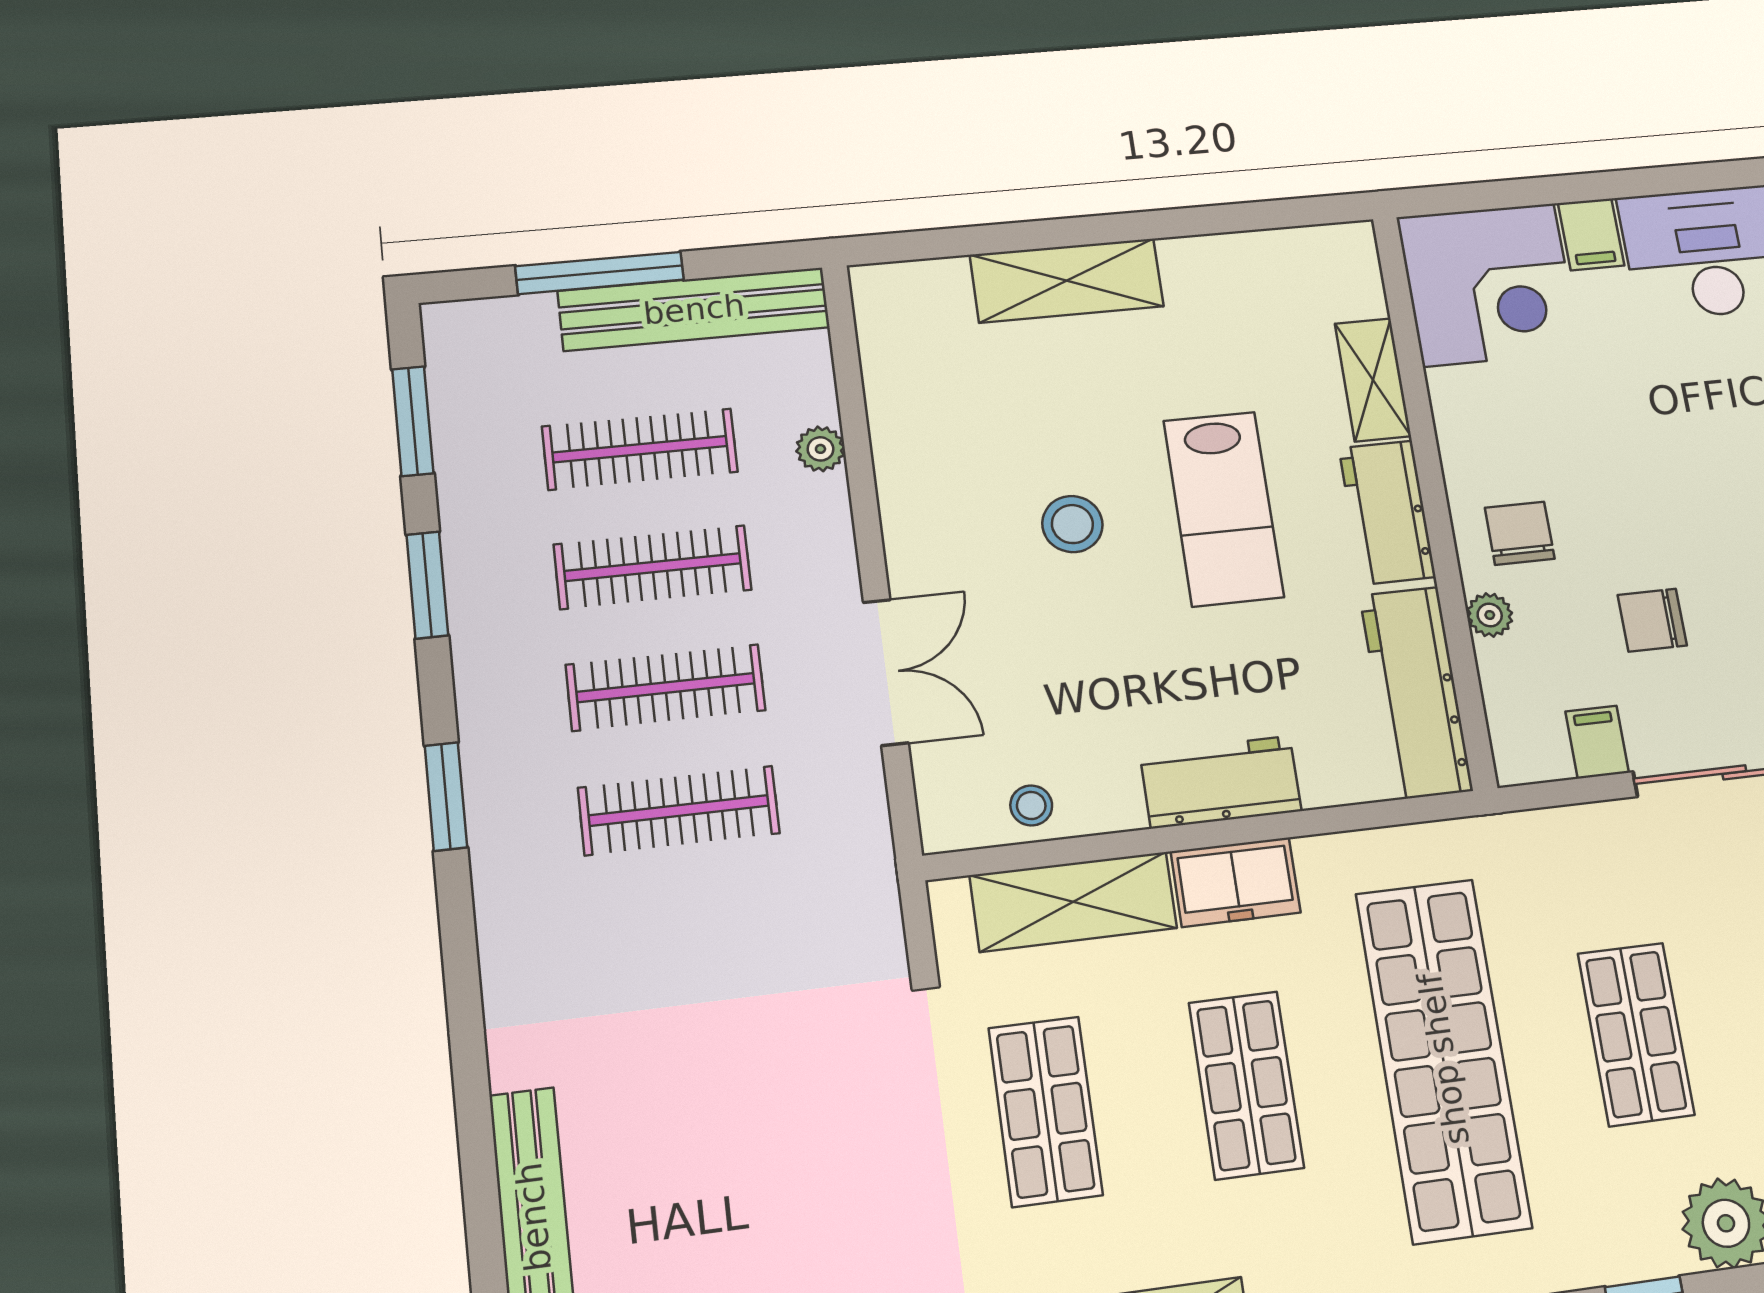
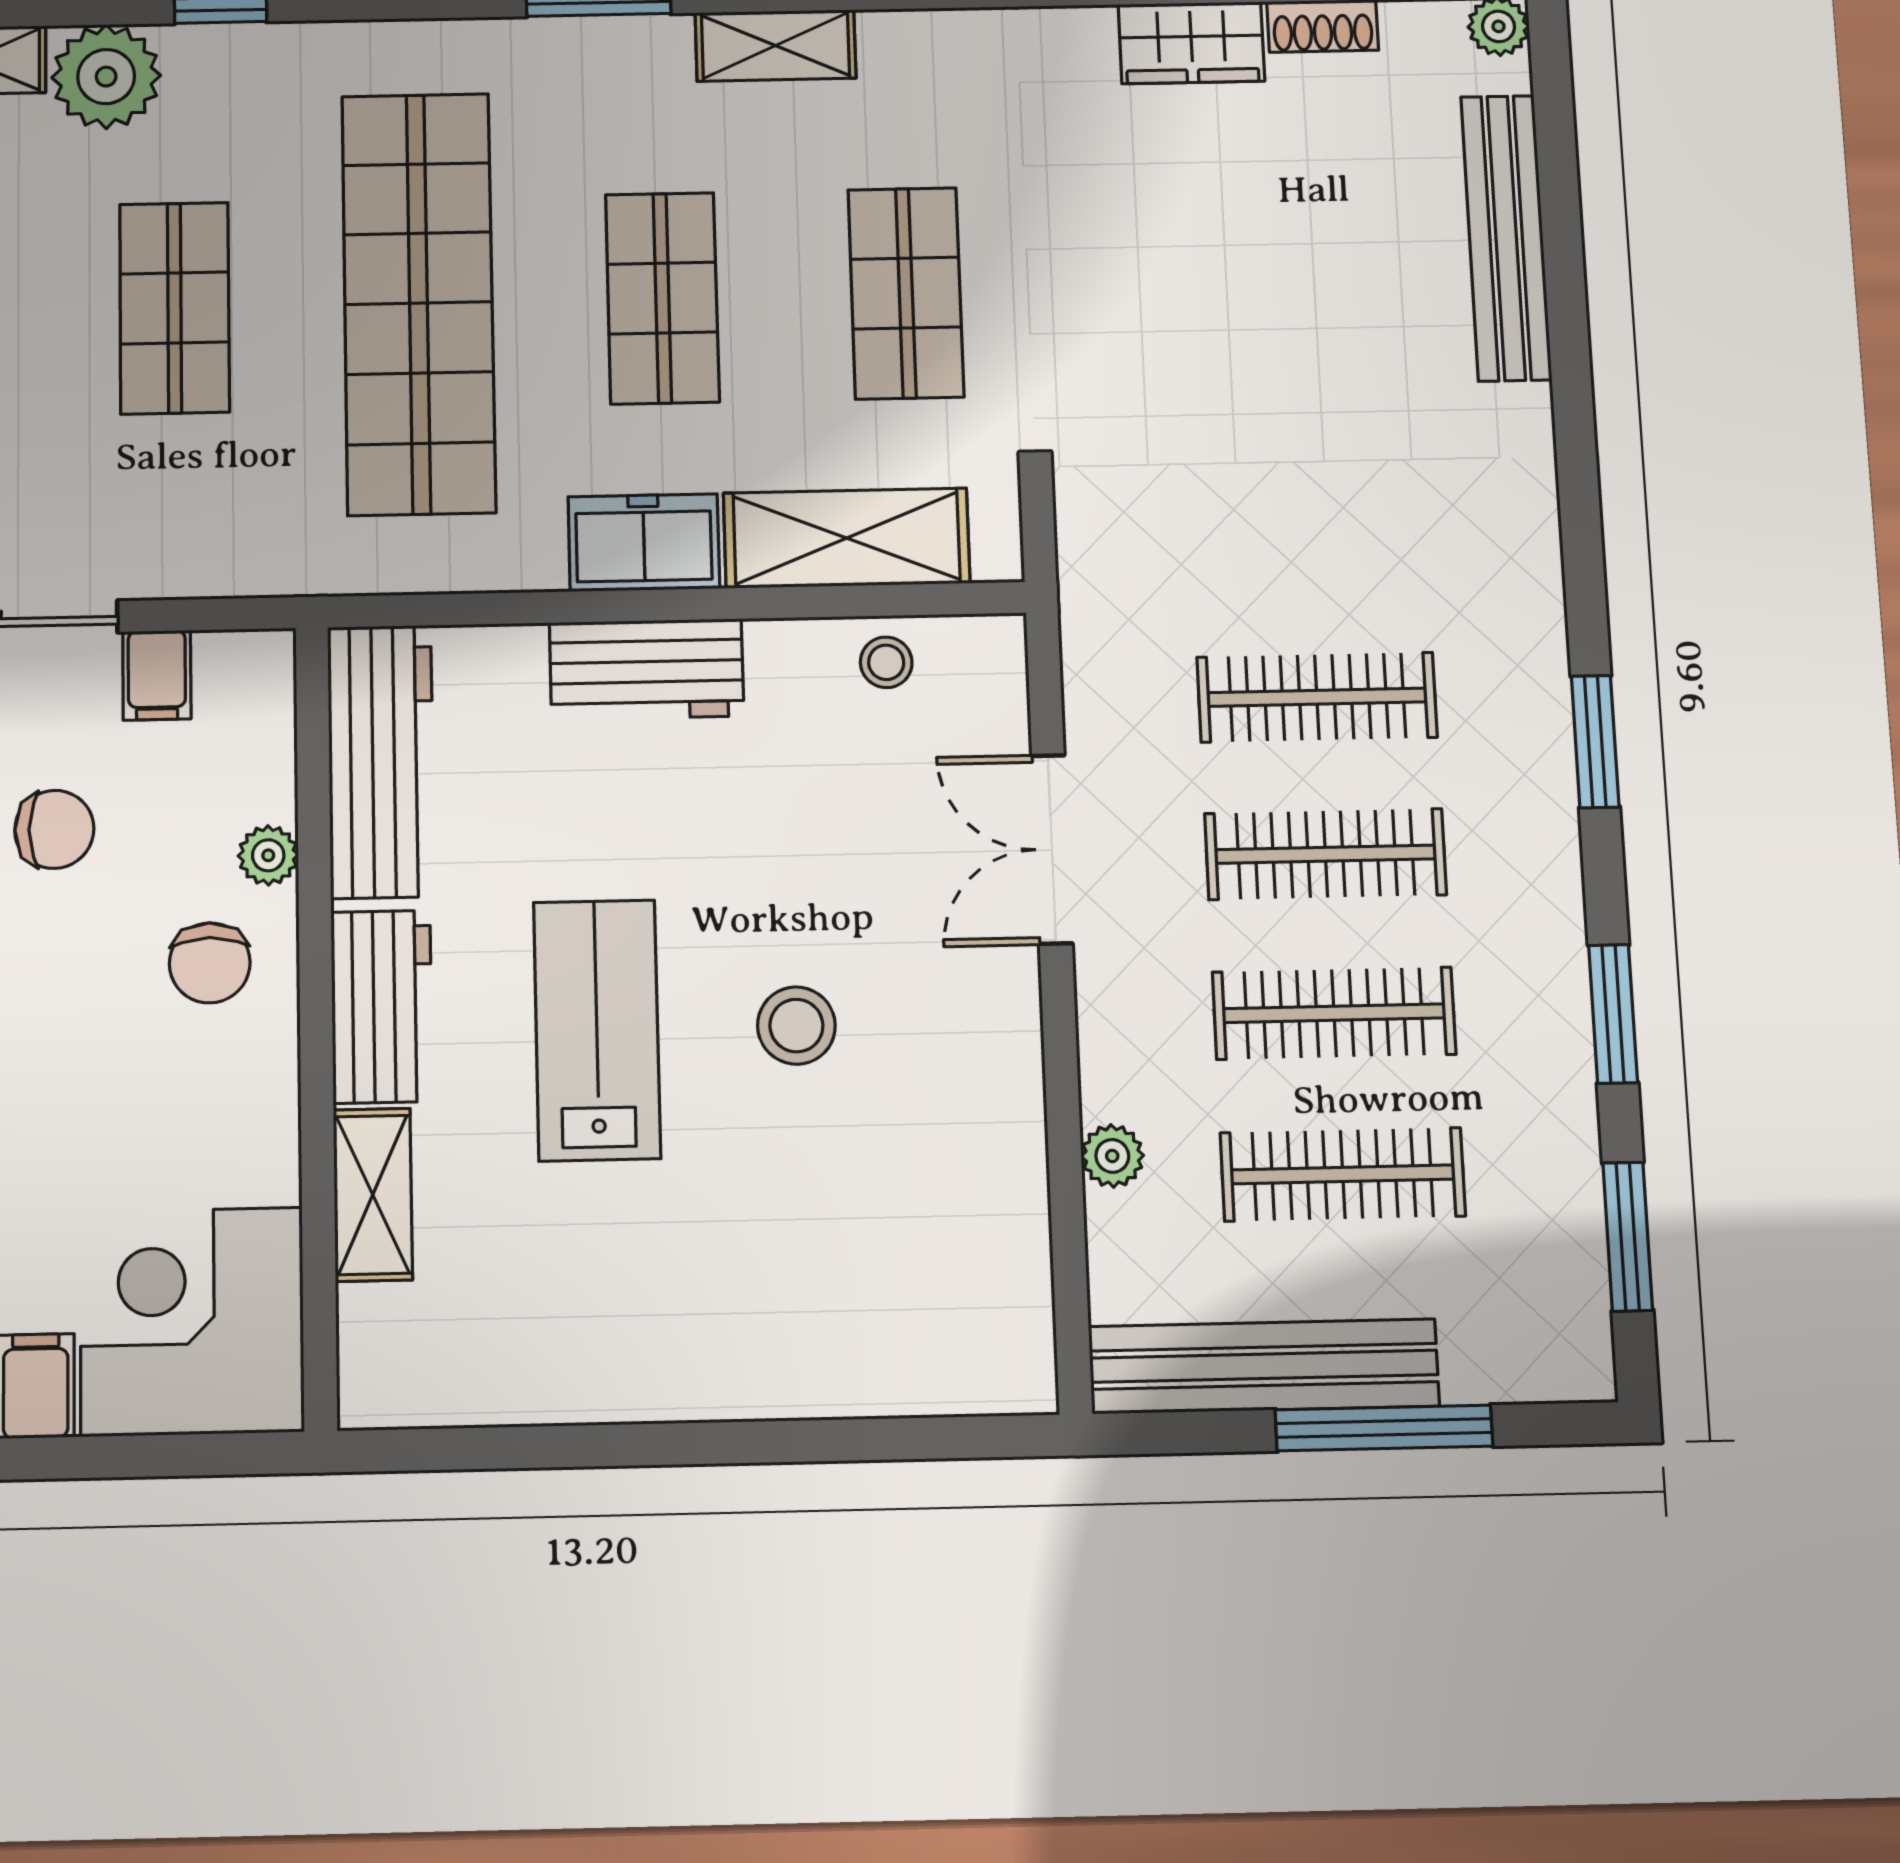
shelving: (1067, 281) -> (768, 1371), removed

